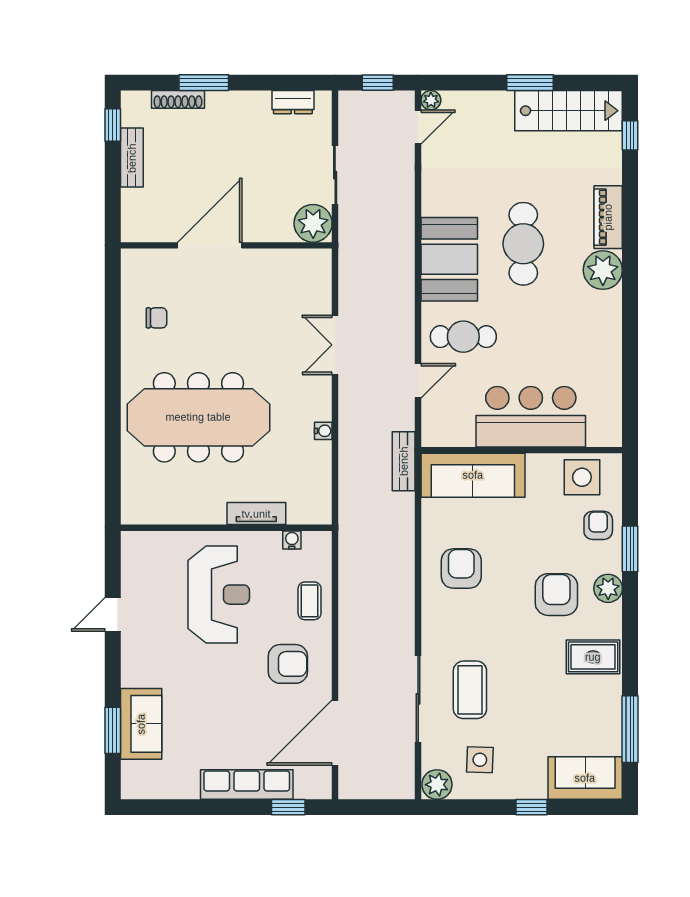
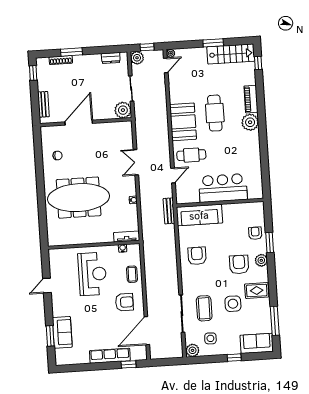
plant: (353, 105) -> (137, 58), added
bench: (132, 158) -> (43, 104), moved
side table: (582, 477) -> (233, 304), moved
tv unit: (256, 514) -> (127, 236), moved

